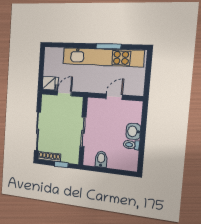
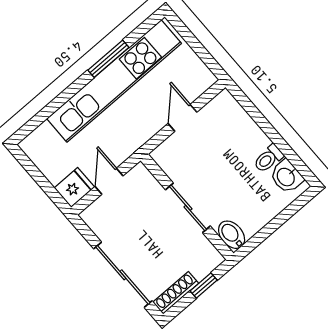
washbasin: (133, 131) -> (286, 177), moved
bidet: (101, 159) -> (232, 235), moved

